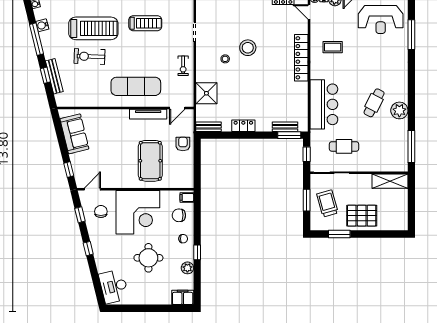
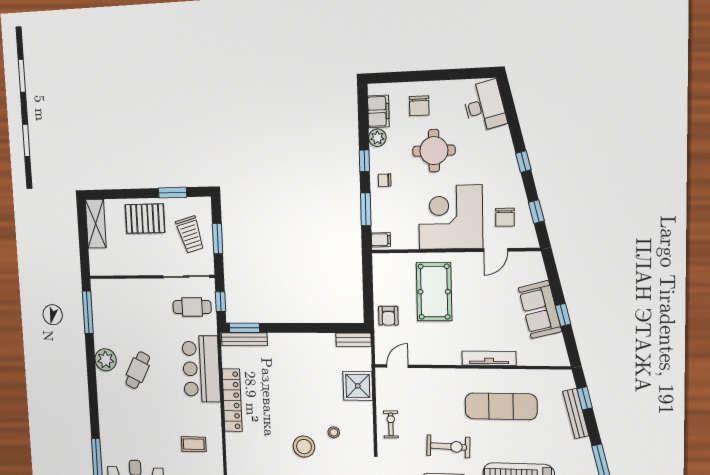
exercise bike: (89, 56) -> (448, 446), moved
locker: (301, 58) -> (232, 400), moved
window: (45, 75) -> (585, 398), moved
exercise mat: (136, 86) -> (501, 406), moved
tv unit: (148, 114) -> (489, 358), moved
locker: (243, 126) -> (306, 341), removed
bench: (285, 127) -> (244, 339), width x1.36
sofa: (74, 134) -> (540, 310), moved
cafe table: (344, 146) -> (192, 307), moved
window: (69, 170) -> (563, 315), moved
shelving: (390, 181) -> (96, 224), moved, turned 90
door: (92, 189) -> (496, 250), moved
chair: (179, 215) -> (419, 106), moved, turned 90
window: (197, 219) -> (366, 209), added
filing cabinet: (183, 297) -> (378, 111), moved, turned -90

